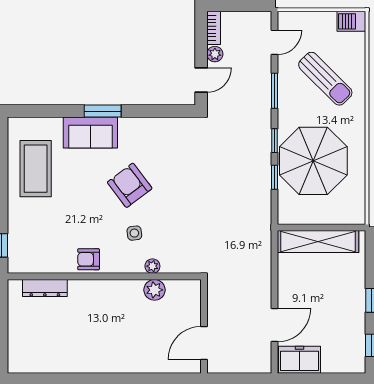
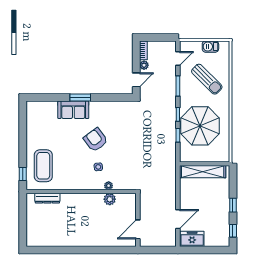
barbecue: (351, 21) -> (210, 47), moved
coffee table: (36, 169) -> (43, 166), moved
armchair: (89, 259) -> (72, 182), removed

